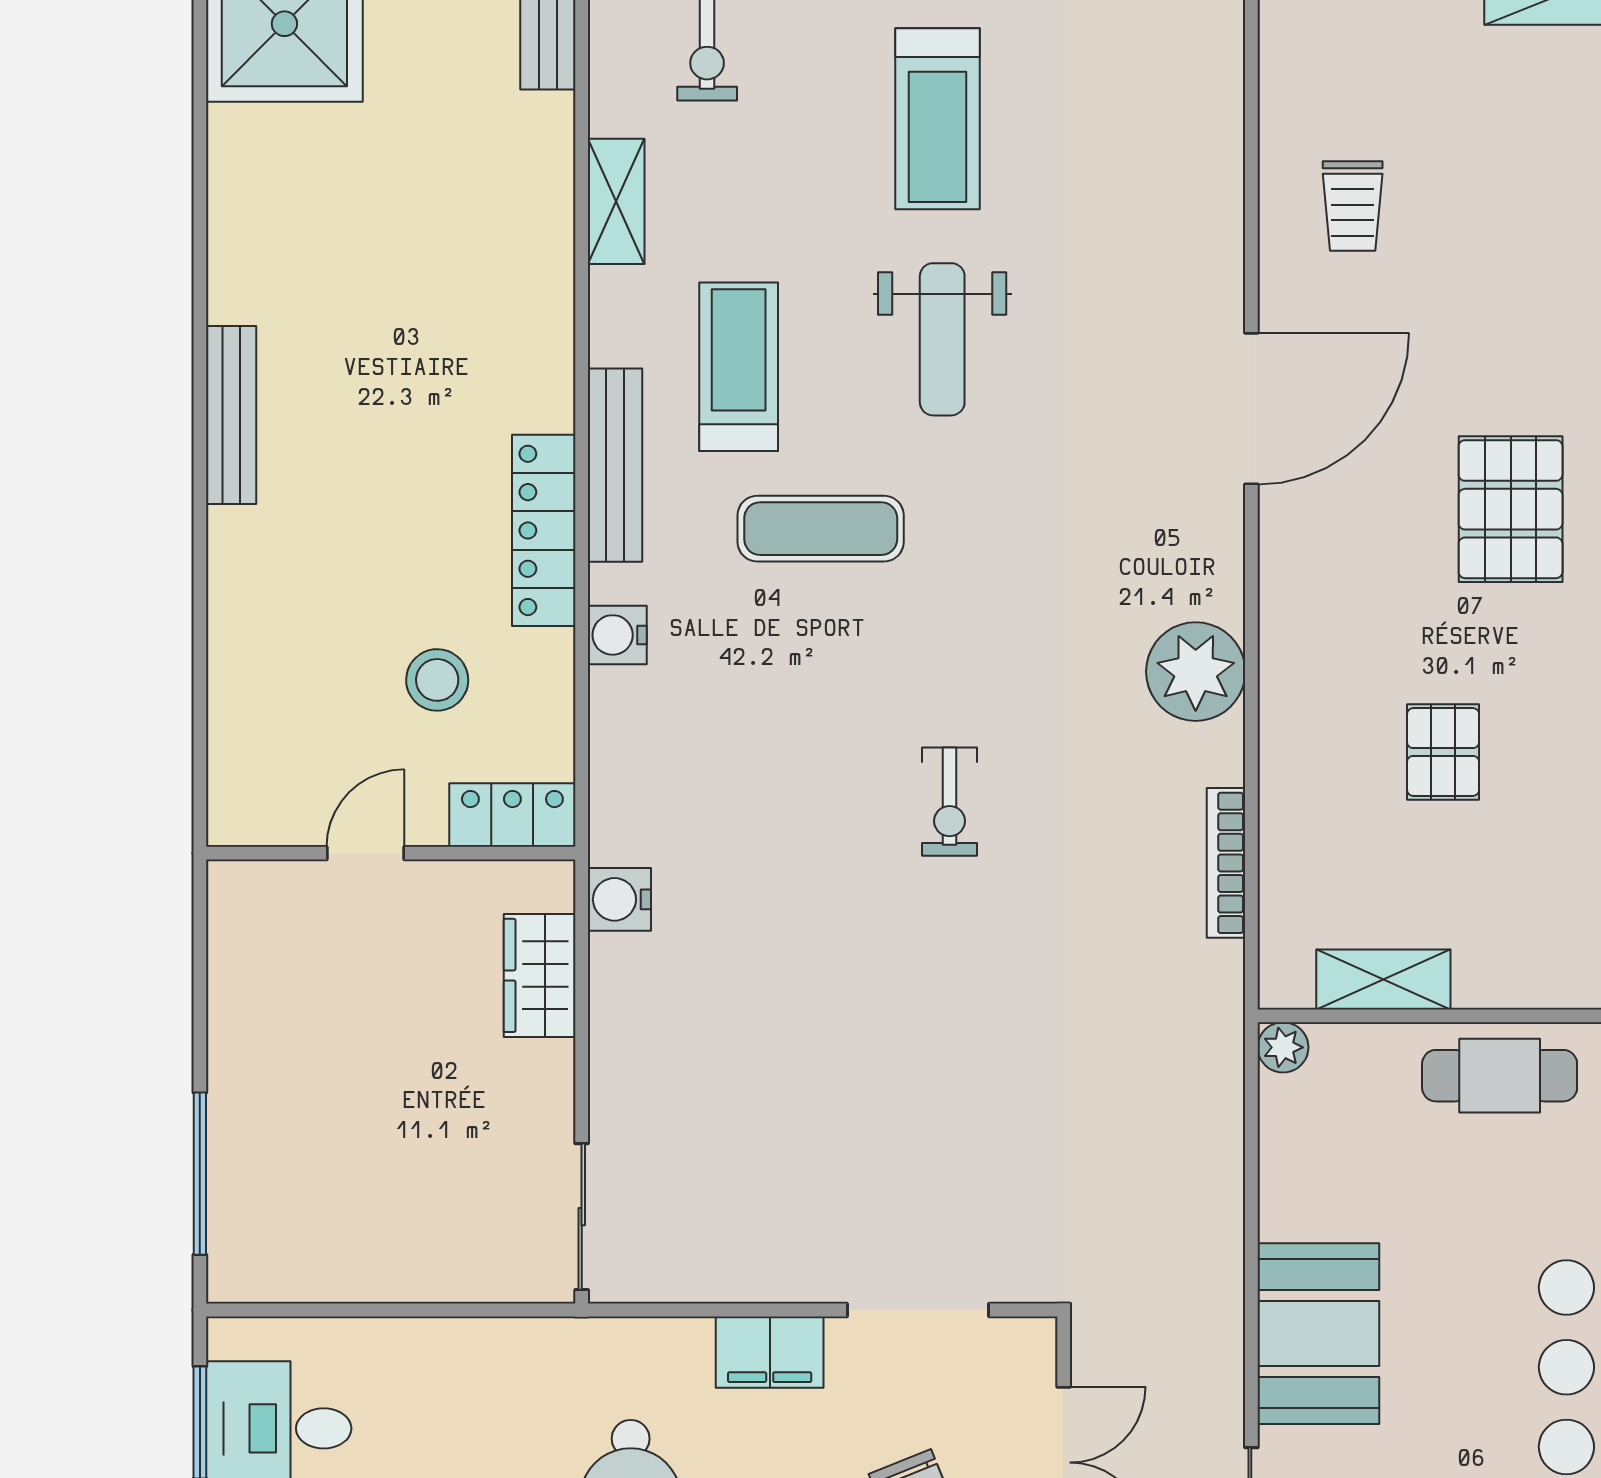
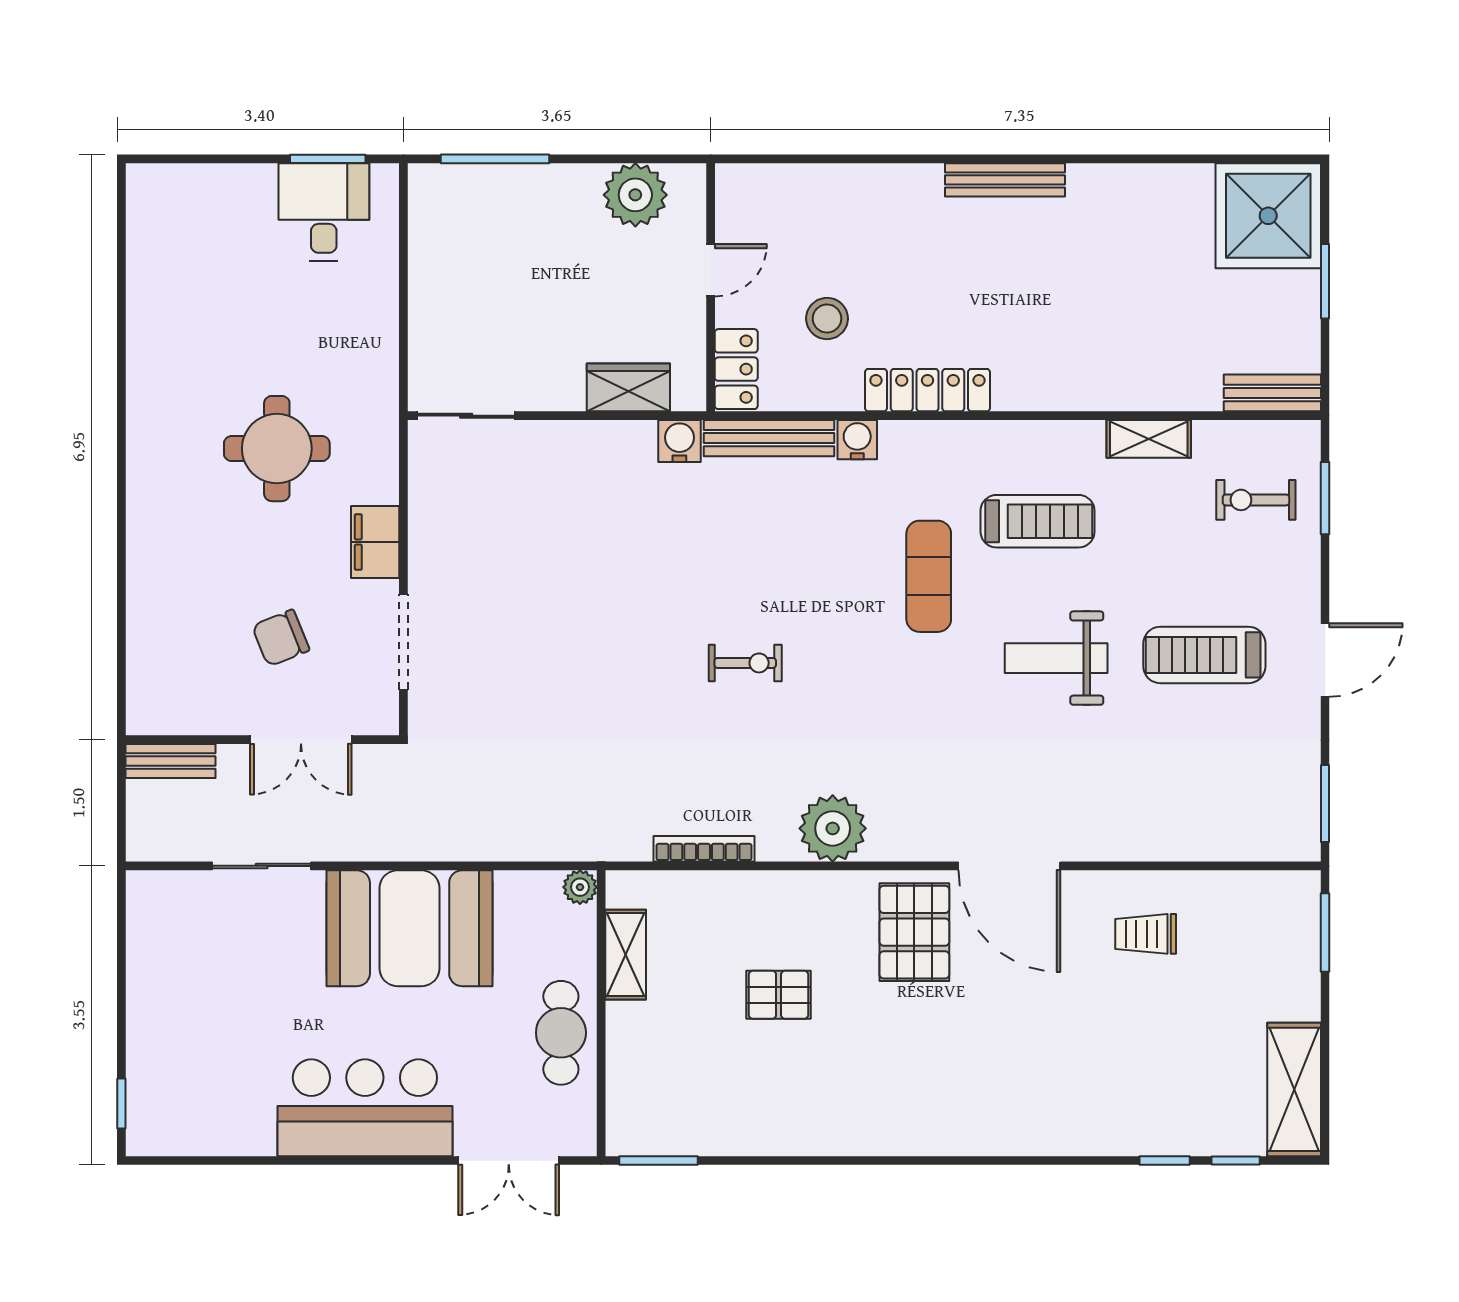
bench: (615, 465) -> (769, 438), moved
pallet: (1511, 509) -> (914, 932), moved, turned 90
exercise bike: (949, 802) -> (745, 663), turned 180
door: (365, 853) -> (711, 270), hinge flipped
plant: (253, 965) -> (635, 195), added
booth: (1318, 1334) -> (410, 928), width x1.36, depth x1.42

